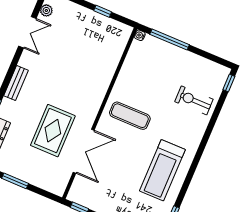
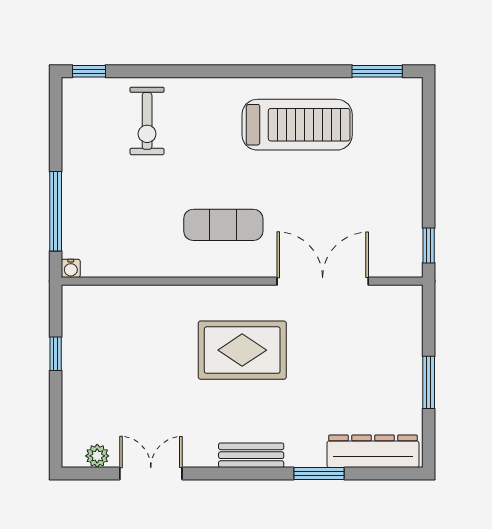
exercise mat: (130, 116) -> (223, 225), turned 90
rug: (53, 131) -> (242, 350), moved

